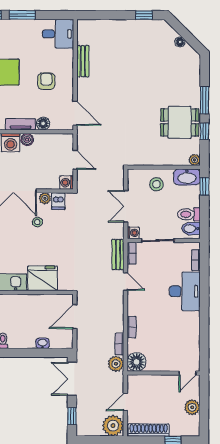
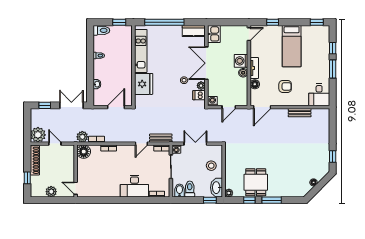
door: (75, 317) -> (116, 107), hinge flipped

